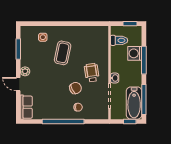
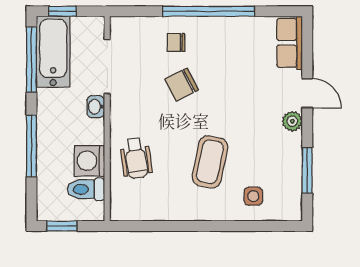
washing machine: (135, 53) -> (89, 161), moved, turned 180
wheelchair: (92, 73) -> (136, 158), moved

